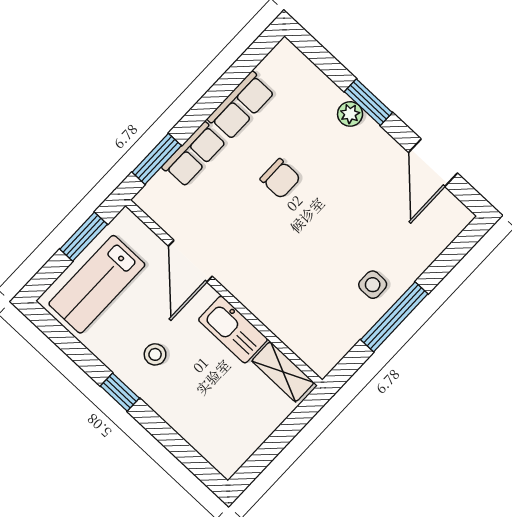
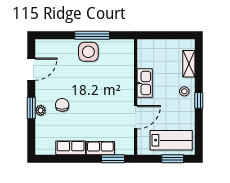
chair: (280, 179) -> (62, 105), moved
window: (84, 237) -> (173, 159), moved
side table: (373, 285) -> (88, 52), width x1.87, depth x1.87
stool: (155, 354) -> (184, 91), moved
shelving: (283, 372) -> (189, 64), moved

